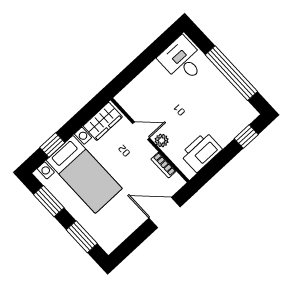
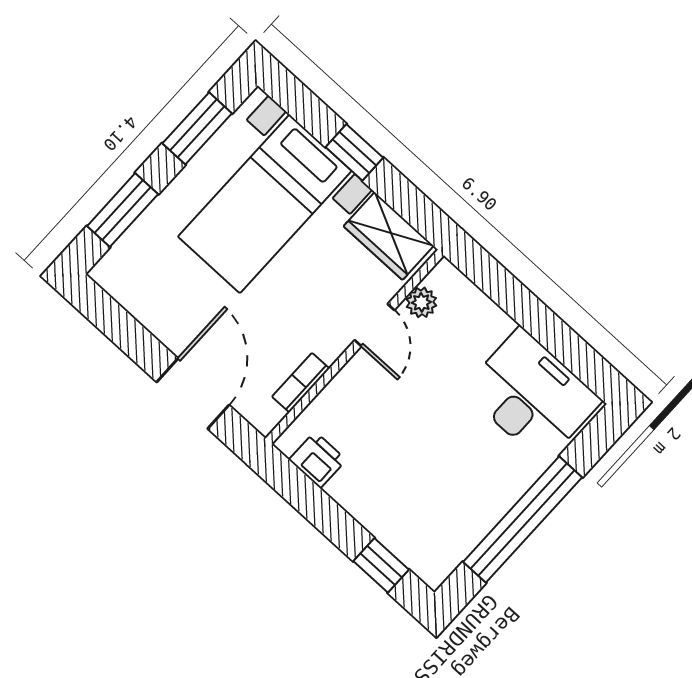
desk: (182, 60) -> (532, 395), width x1.37
plant: (162, 140) -> (421, 302), moved
window: (52, 145) -> (354, 152), moved
printer: (201, 152) -> (318, 460), width x0.53, depth x0.68

